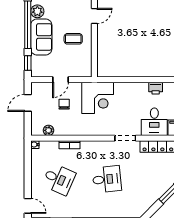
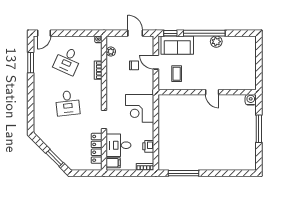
sofa: (41, 37) -> (177, 45), moved
coffee table: (73, 39) -> (177, 74), moved
corner desk: (98, 98) -> (140, 108), moved

